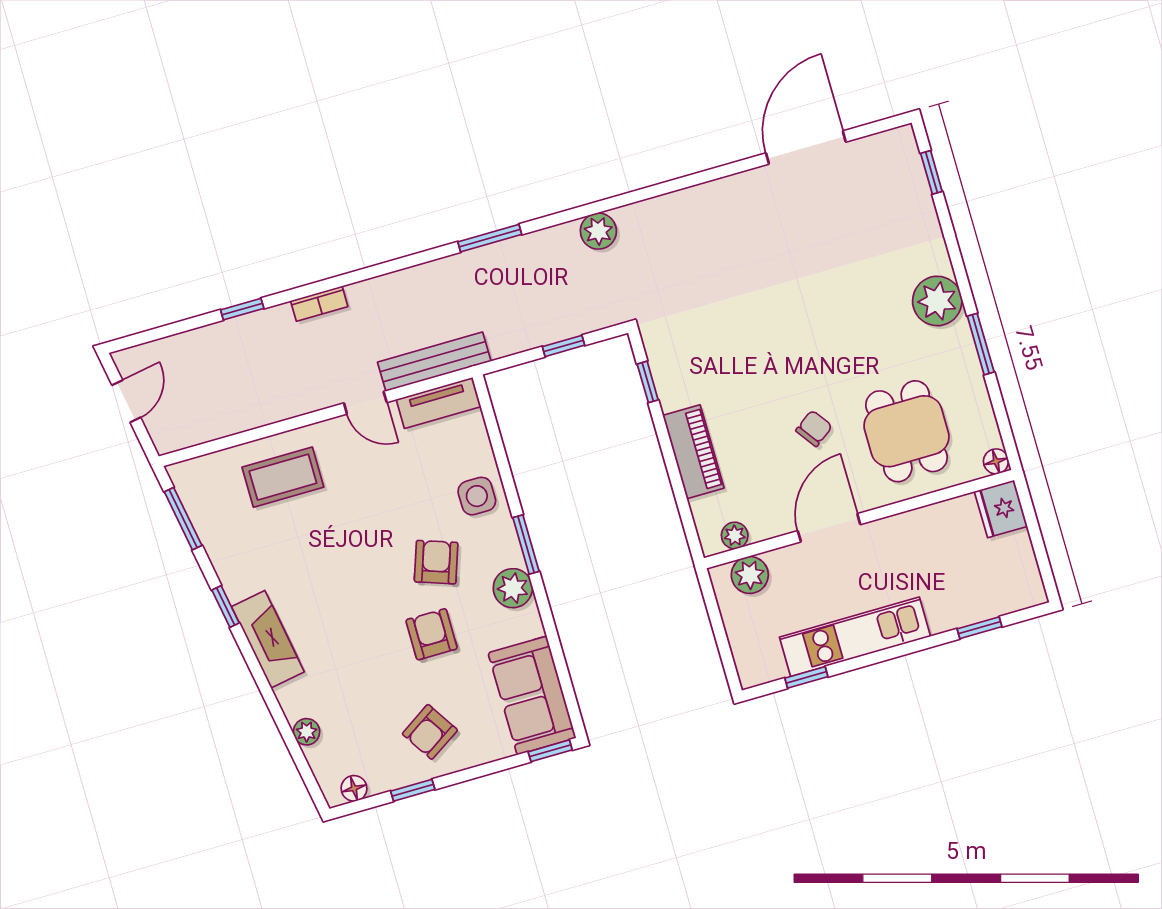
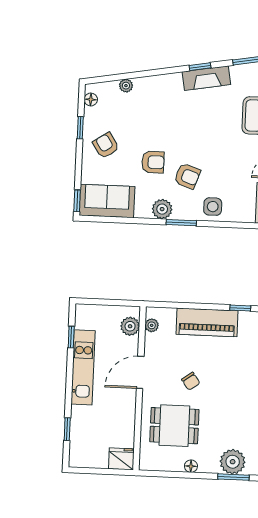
window: (981, 344) -> (233, 477), moved
piano: (693, 452) -> (207, 322), width x1.37, depth x1.33
floor lamp: (996, 461) -> (191, 466), moved
door: (829, 528) -> (140, 372), swing flipped
fireplace: (268, 639) -> (206, 78), moved

